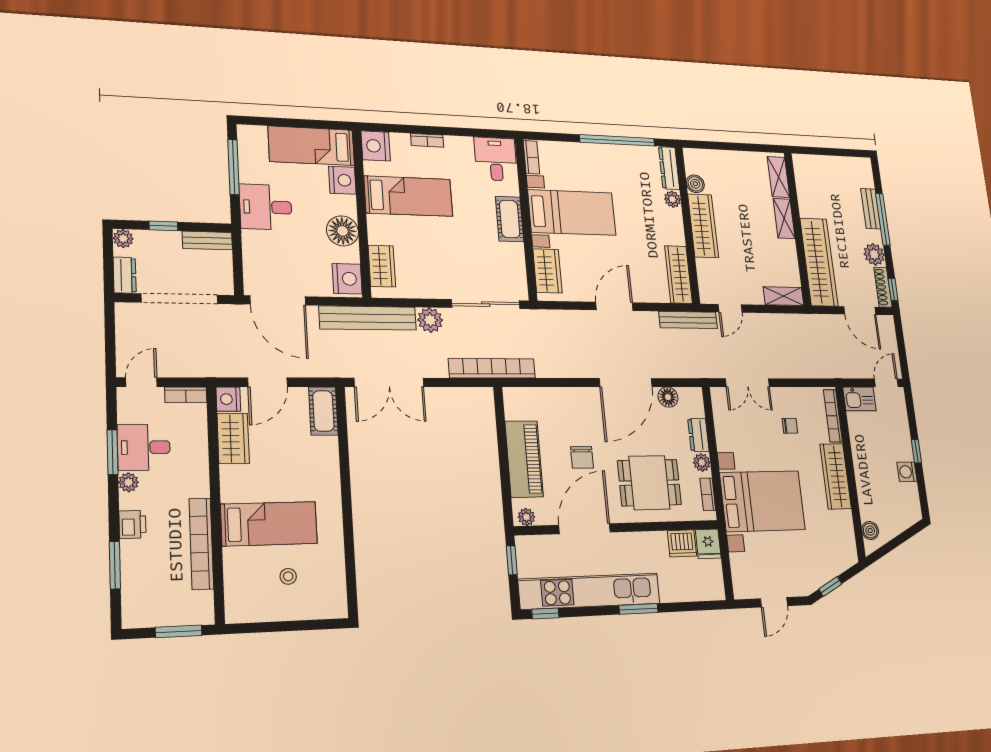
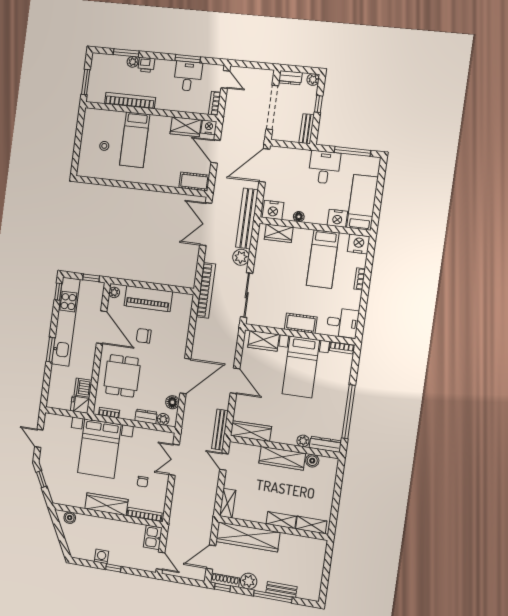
floor lamp: (343, 231) -> (299, 217), width x0.53, depth x0.53
door: (626, 383) -> (185, 376), swing flipped
plant: (702, 462) -> (163, 419), moved
plant: (129, 482) -> (133, 62), moved

